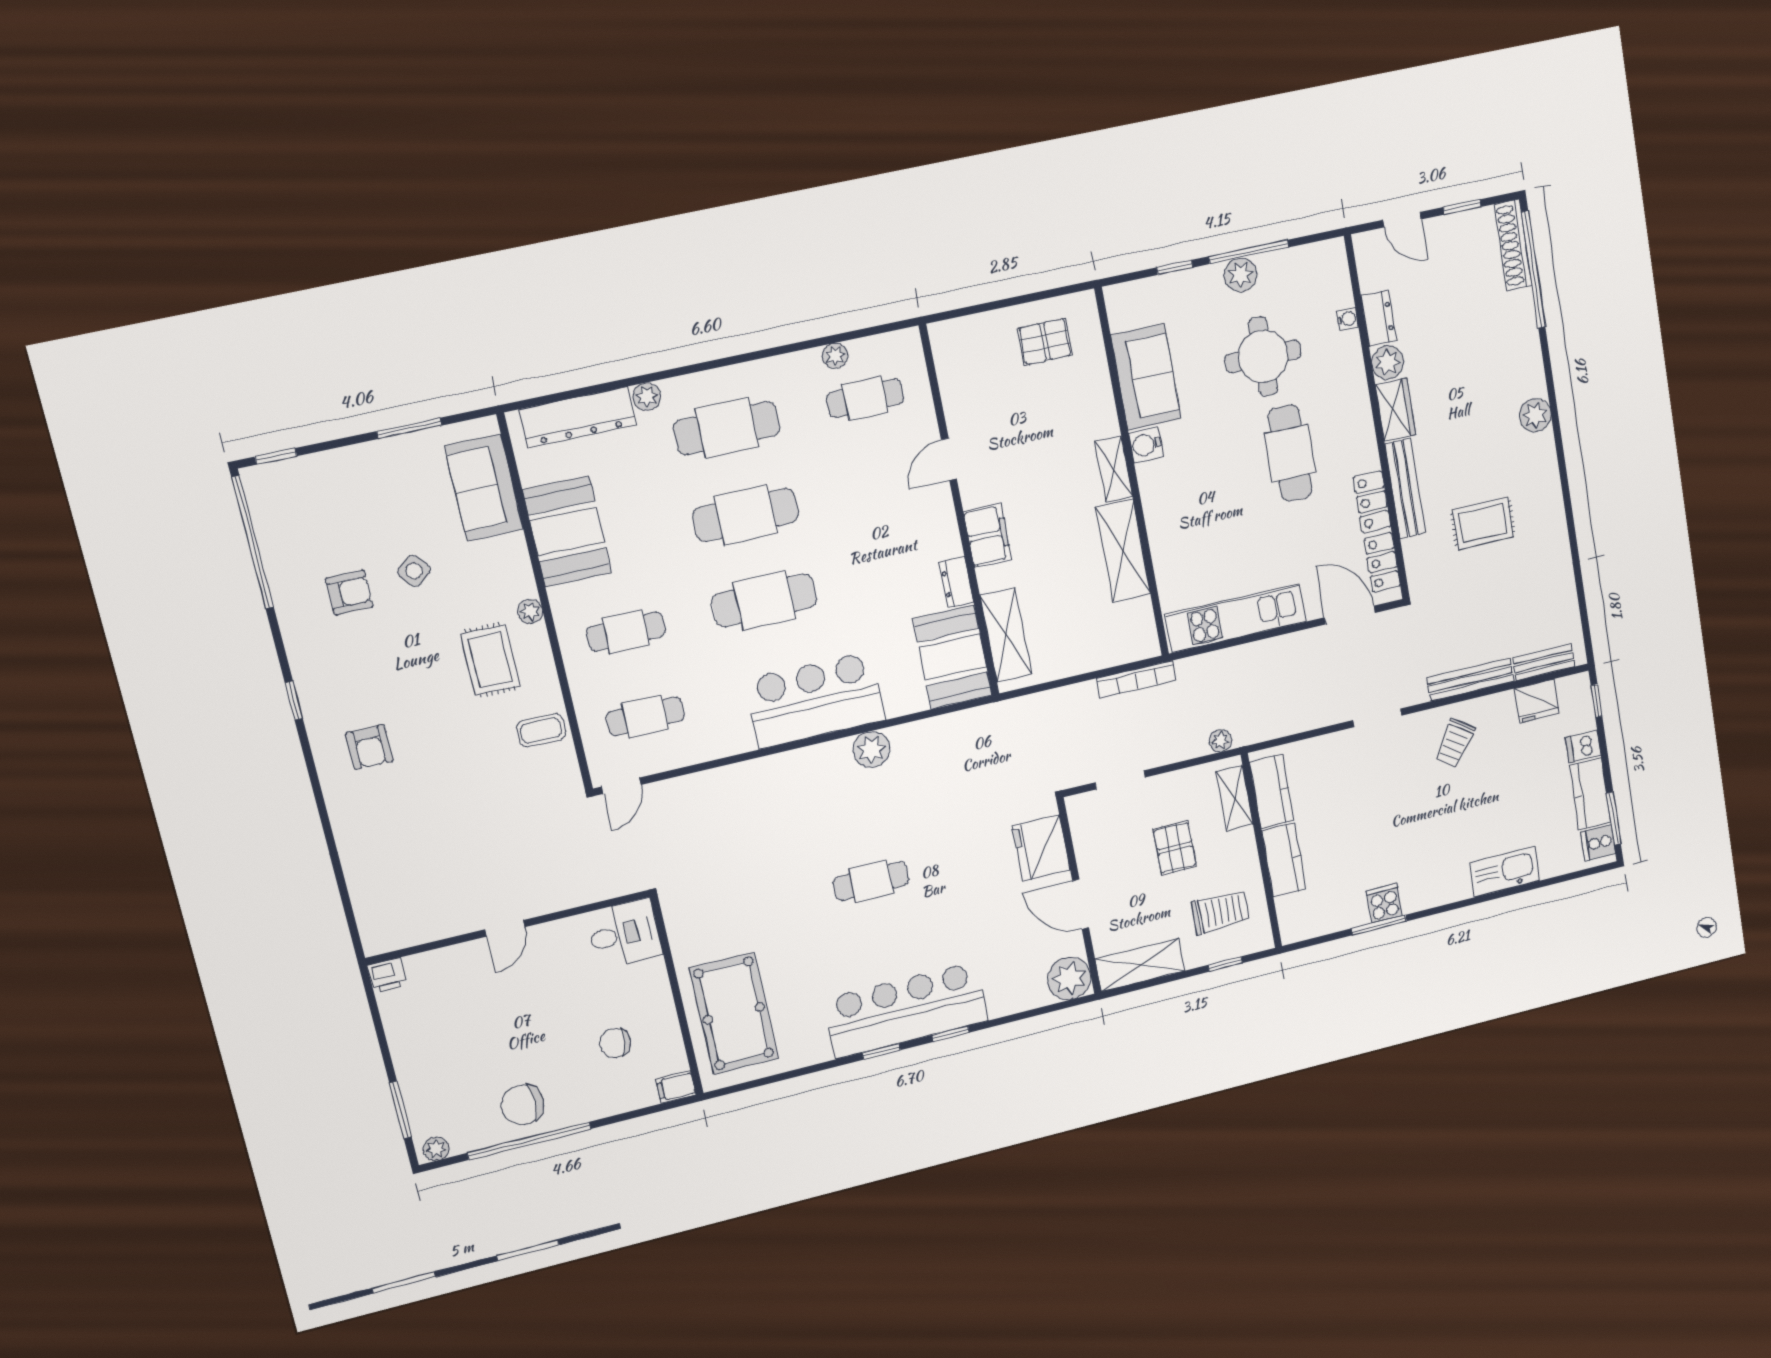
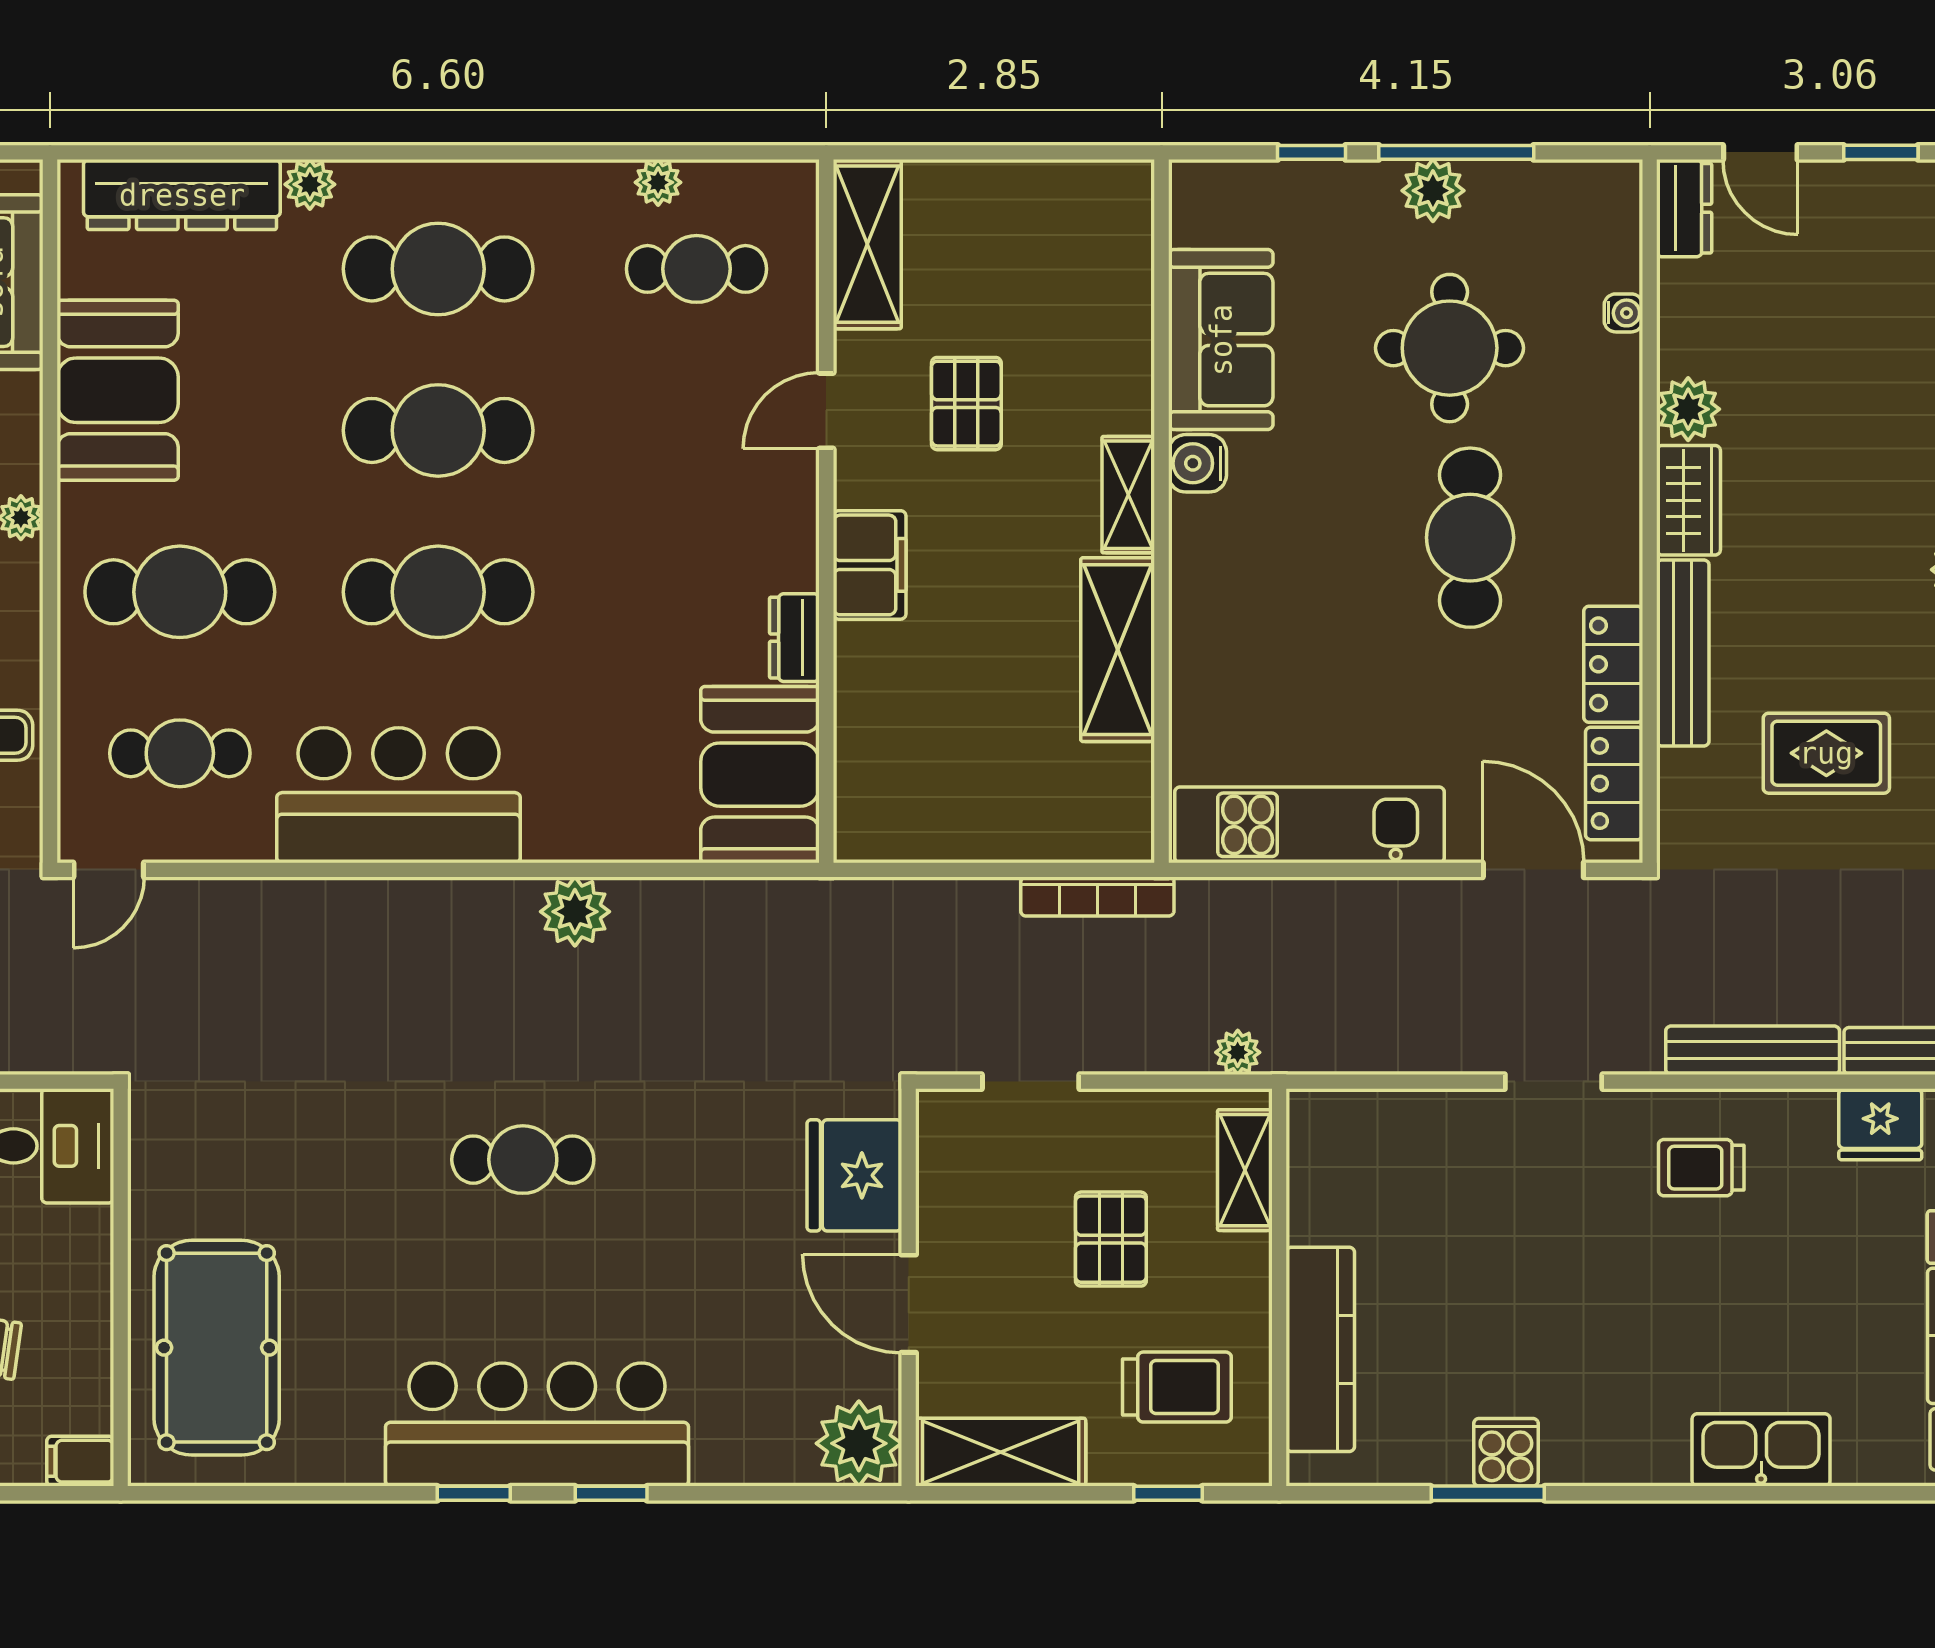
dresser: (1379, 318) -> (1684, 208), moved
pallet: (1045, 342) -> (966, 404), moved, turned 90
cafe table: (626, 632) -> (180, 592), width x1.37, depth x1.35
shelving: (1006, 635) -> (867, 244), moved
bar counter: (815, 700) -> (399, 795), moved
trolley: (1455, 743) -> (1701, 1168), turned 56
kitchen counter: (1272, 791) -> (1320, 1175), removed
kitchen counter: (1284, 860) -> (1320, 1349), width x1.50

